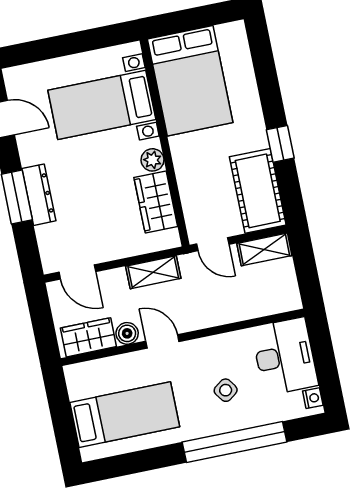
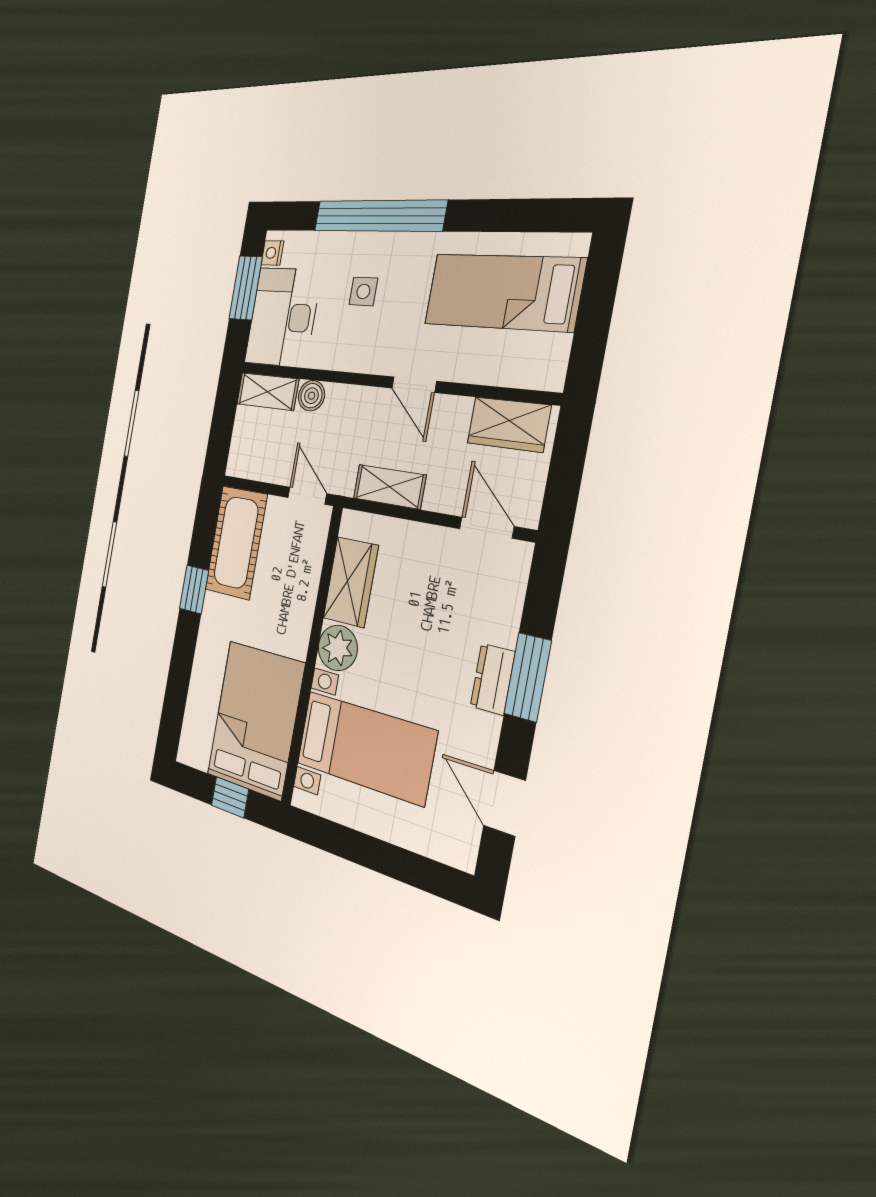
window: (188, 20) -> (230, 797), added
plant: (152, 160) -> (338, 648), width x1.38, depth x1.38
dresser: (39, 195) -> (493, 679), width x0.70
shelving: (264, 249) -> (268, 392), moved
boiler: (127, 333) -> (311, 396), moved
window: (326, 368) -> (246, 288), added
side table: (226, 390) -> (363, 291), turned 36

